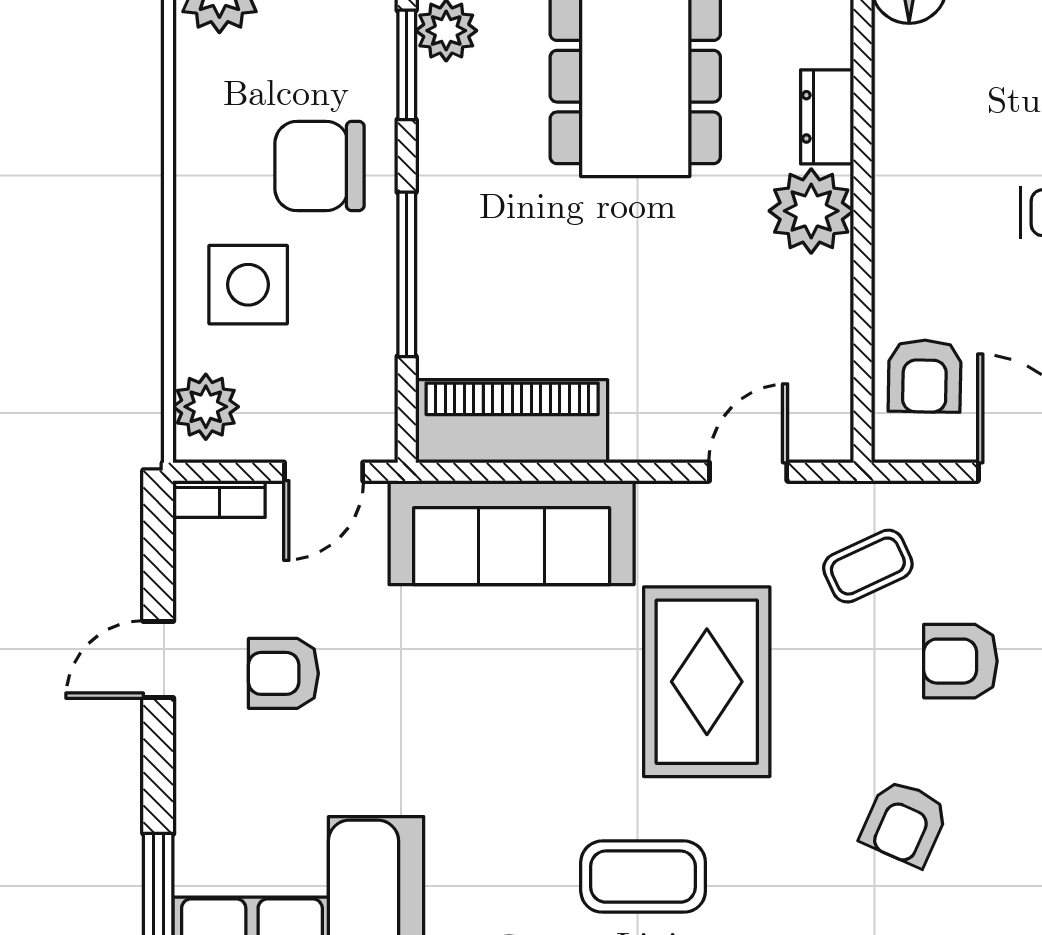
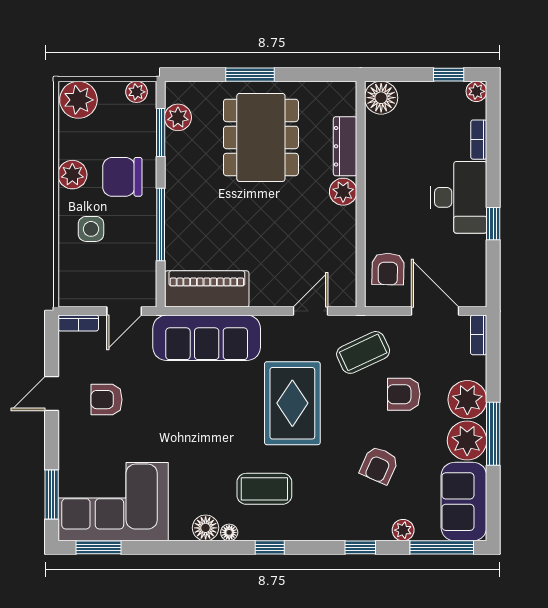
dresser: (827, 117) -> (345, 146), width x1.44
plant: (811, 211) -> (343, 192), width x0.73, depth x0.73
side table: (248, 285) -> (91, 229), width x0.73, depth x0.73
plant: (206, 407) -> (72, 175), moved
coffee table: (868, 566) -> (363, 352), width x1.36, depth x1.30

